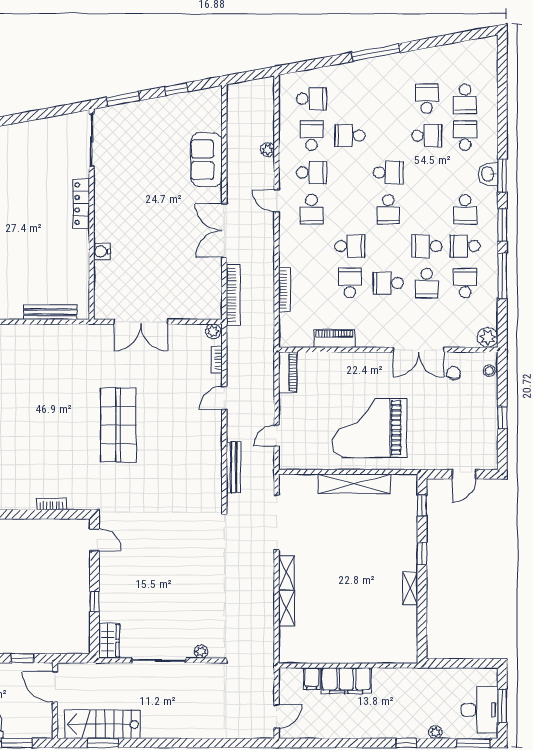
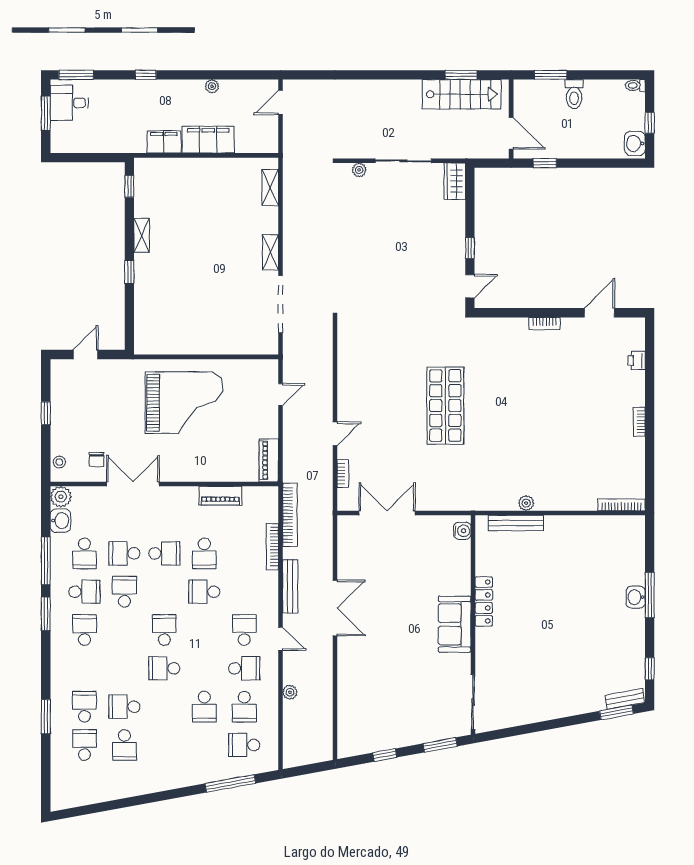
window: (376, 53) -> (230, 783), moved
school desk: (350, 136) -> (204, 707), turned 90
school desk: (465, 136) -> (84, 707), turned 180
sofa: (206, 160) -> (455, 624), moved, turned 180
school desk: (312, 172) -> (244, 668), turned 180
washbasin: (488, 174) -> (60, 521), moved
window: (502, 176) -> (46, 717), moved
locker: (81, 204) -> (484, 601), moved
school desk: (427, 246) -> (124, 592), turned -90
water cooler: (102, 252) -> (462, 531), moved
school desk: (427, 283) -> (124, 553), turned -90
bookcase: (233, 295) -> (290, 515), moved, turned 180
double door: (141, 322) -> (387, 513), moved
plant: (213, 331) -> (526, 503), moved
bench: (233, 467) -> (290, 586), moved
shelving: (354, 484) -> (200, 344), removed
bookcase: (52, 504) -> (544, 323), moved
window: (422, 506) -> (129, 186), moved
door: (95, 540) -> (470, 286), swing flipped
window: (95, 601) -> (470, 248), moved
shelving: (287, 608) -> (270, 188), moved
filing cabinet: (312, 679) -> (164, 142), moved, width x2.00
desk: (480, 710) -> (69, 103), width x0.73
plant: (435, 732) -> (212, 86), moved

